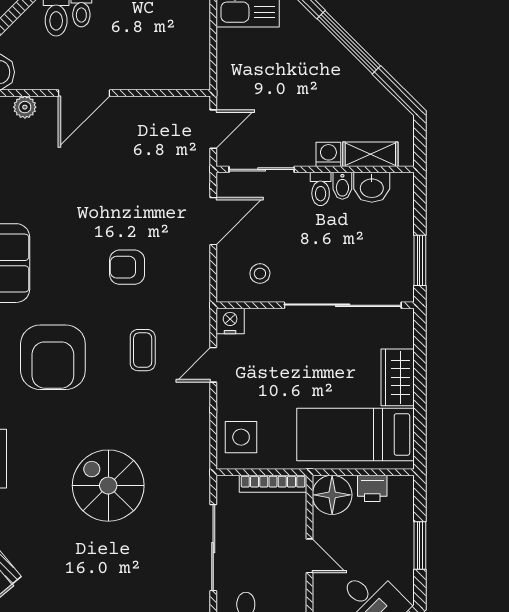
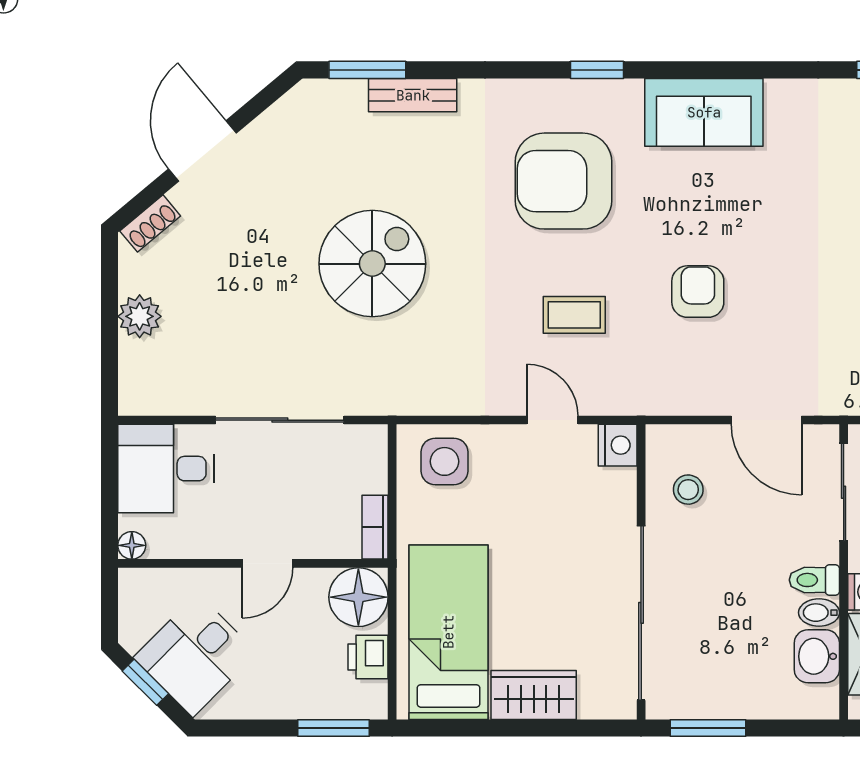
bookcase: (273, 484) -> (375, 527), width x0.64
window: (420, 545) -> (334, 728), moved

